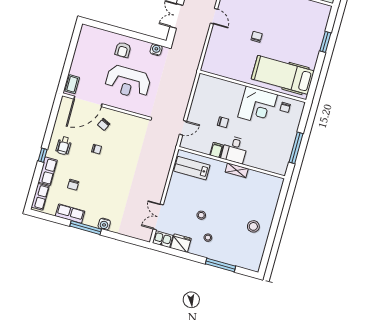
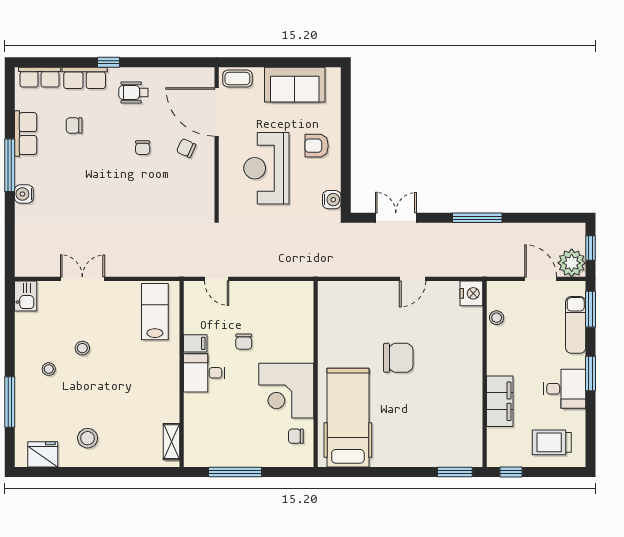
chair: (257, 37) -> (398, 358), width x1.87, depth x1.87
window: (325, 42) -> (455, 472), moved
sofa: (85, 53) -> (295, 85), added
shelving: (237, 170) -> (172, 442), moved
double door: (158, 217) -> (82, 279), moved
fridge: (181, 243) -> (43, 454), moved, turned -90

